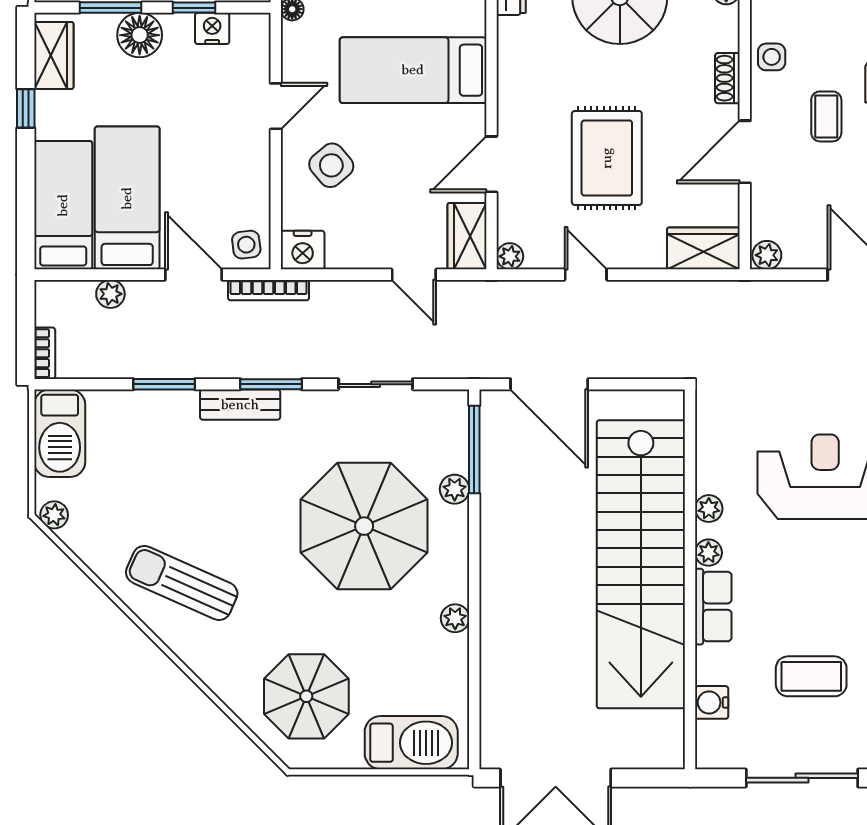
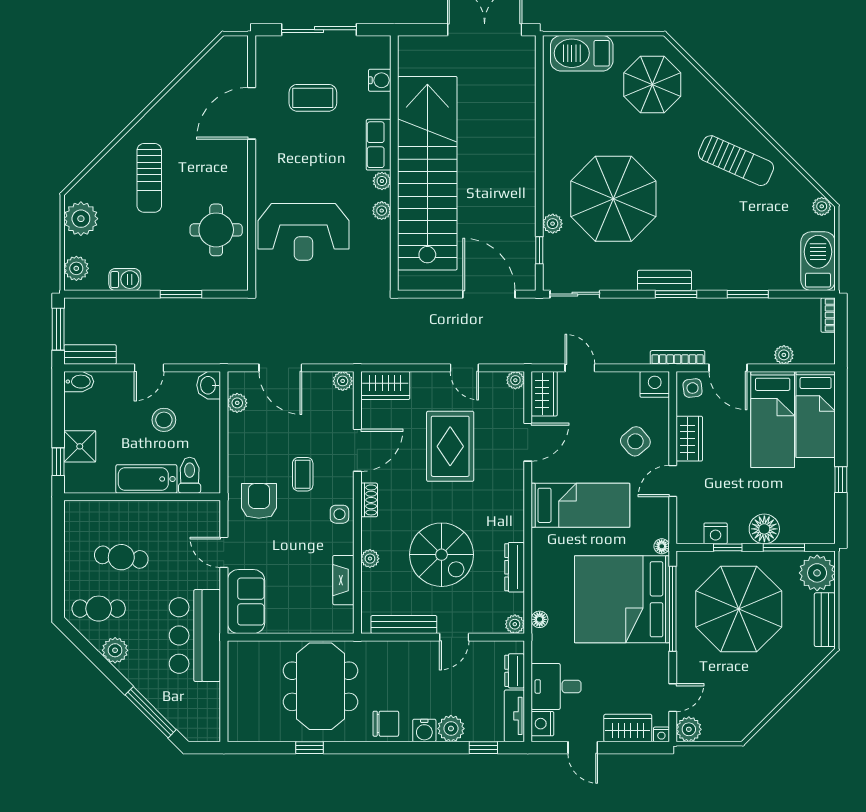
wardrobe: (54, 55) -> (689, 439), moved, turned 180
sliding door: (376, 384) -> (575, 294), moved
bench: (240, 405) -> (664, 280), moved
window: (474, 450) -> (539, 250), width x0.46
plant: (455, 618) -> (552, 137), removed

